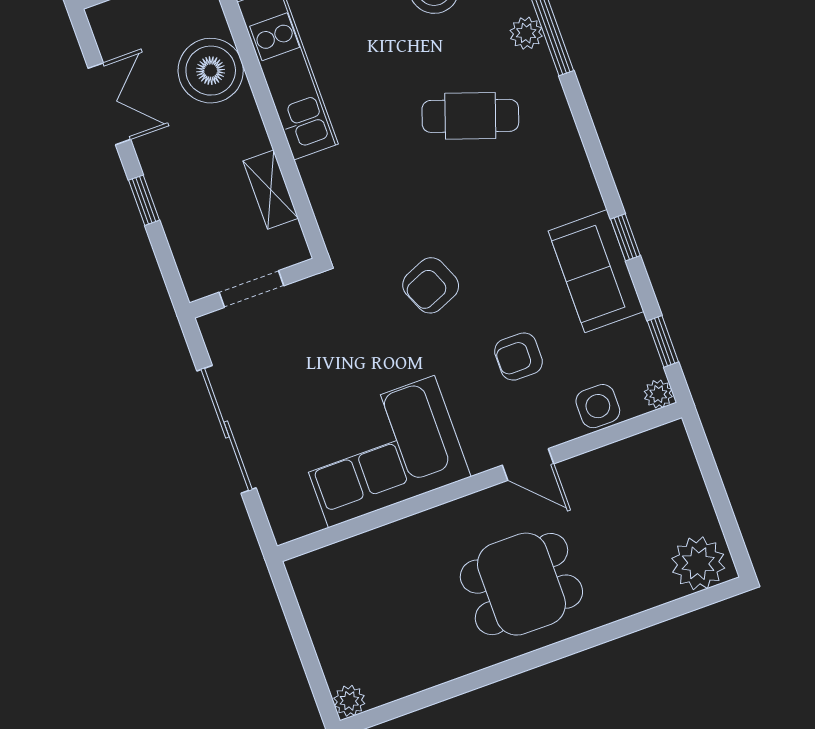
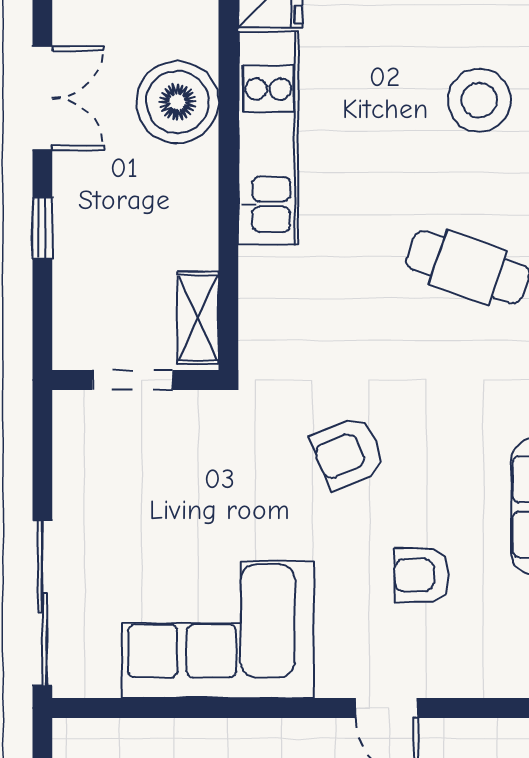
shelving: (271, 190) -> (198, 318), moved
side table: (598, 406) -> (495, 668), removed
sliding door: (227, 429) -> (42, 603), moved

